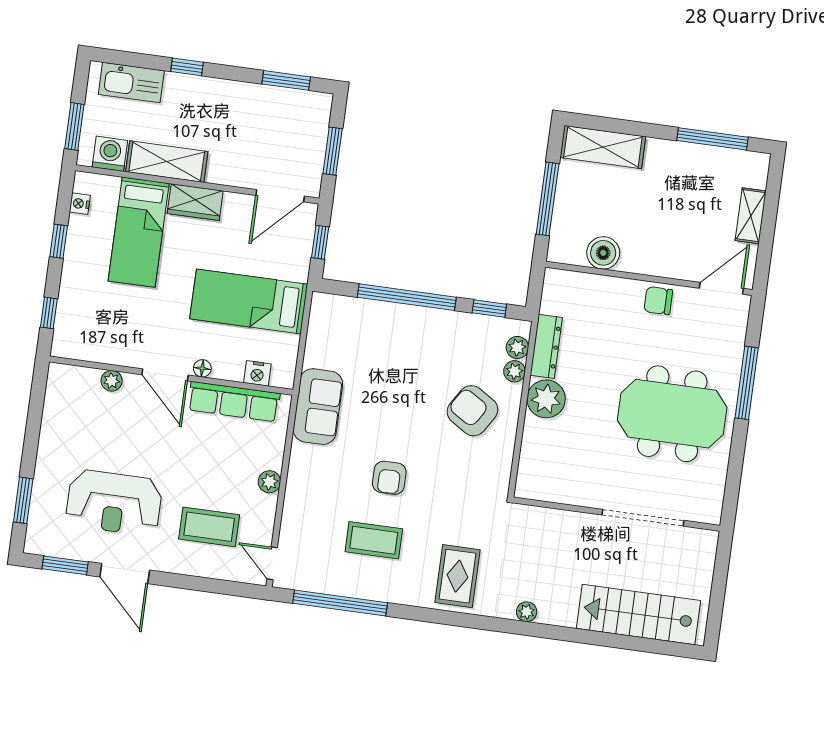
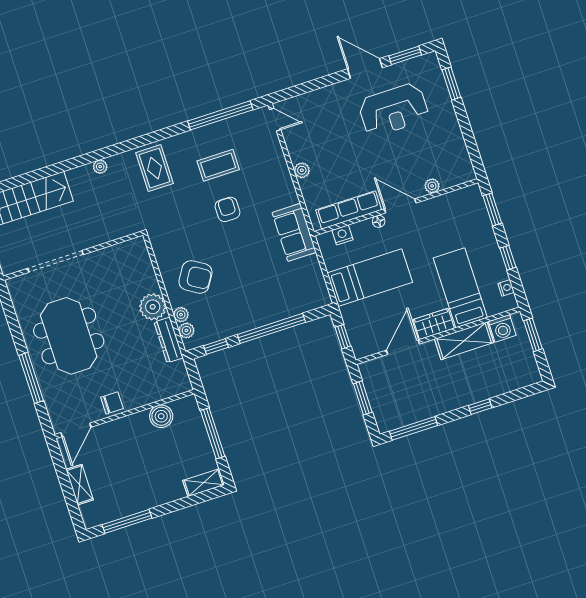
window: (286, 80) -> (413, 428), width x1.44
kitchen sink: (131, 82) -> (510, 380), removed
shelving: (603, 147) -> (204, 483), width x0.67, depth x0.75
door: (280, 196) -> (403, 347), moved
window: (49, 313) -> (492, 209), width x1.50
meeting table: (672, 414) -> (69, 336), turned 90
reception desk: (114, 503) -> (393, 110), turned 180
coffee table: (209, 527) -> (326, 124), removed

